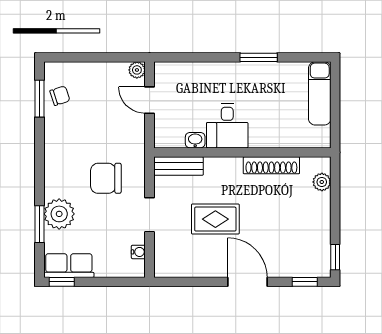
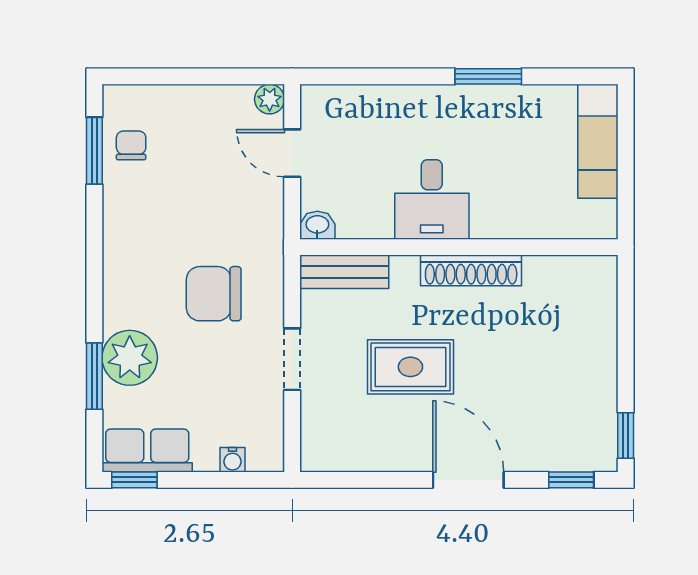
chair: (60, 96) -> (131, 145), turned -72
washbasin: (195, 140) -> (317, 225), moved
shoe rack: (271, 165) -> (471, 270), moved
plant: (322, 182) -> (602, 300), removed
water cooler: (138, 252) -> (233, 460), moved, turned 90

